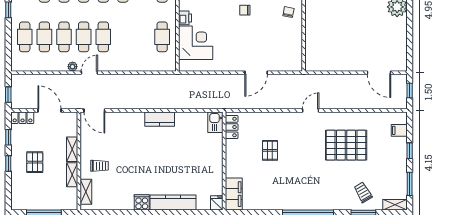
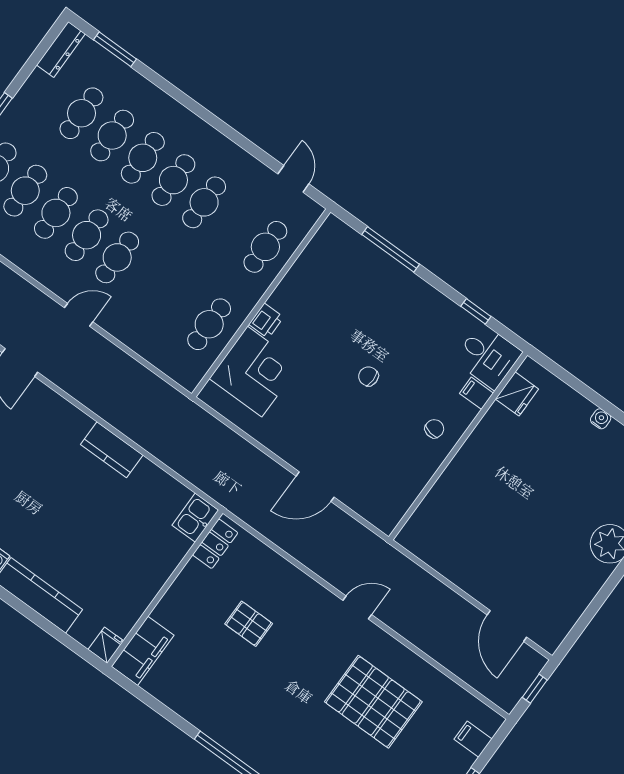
plant: (72, 67) -> (35, 269), removed
door: (89, 73) -> (79, 315), moved
pallet: (270, 150) -> (249, 624), turned 90

